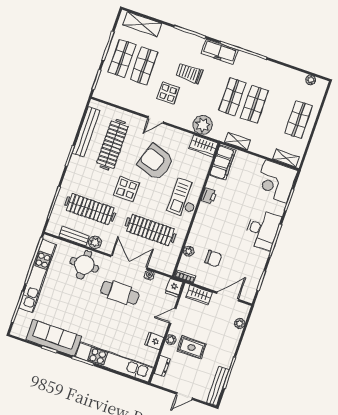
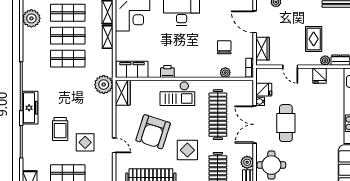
plant: (311, 80) -> (31, 18), width x1.88, depth x1.88
shop shelf: (232, 97) -> (68, 36), moved
plant: (203, 125) -> (104, 85), moved
shelving: (238, 141) -> (108, 37), moved
fridge: (174, 288) -> (264, 90), moved
plant: (171, 340) -> (325, 60), moved

